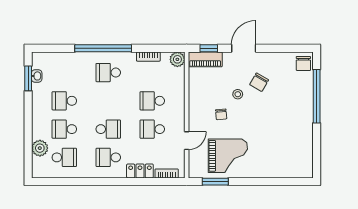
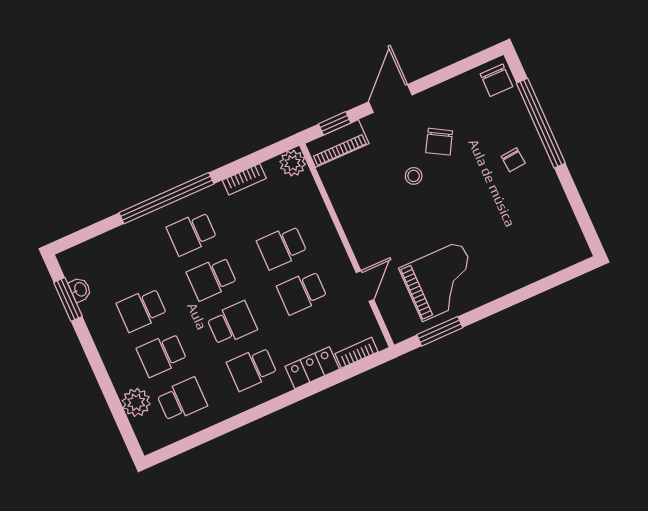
school desk: (108, 101) -> (212, 278), added
chair: (221, 114) -> (513, 160), moved

